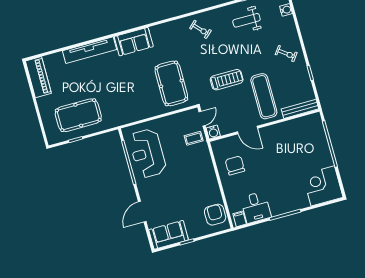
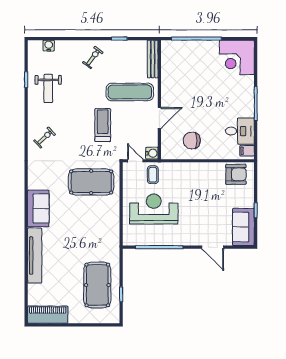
reception desk: (147, 153) -> (154, 209), moved, turned 180
armchair: (215, 215) -> (236, 174), turned 180

